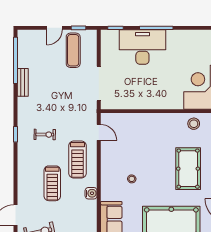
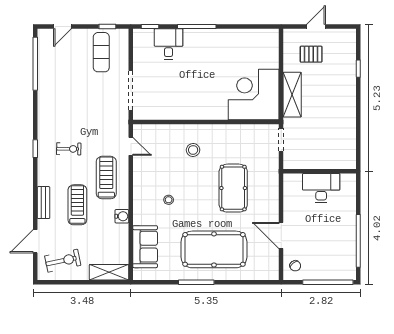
door: (54, 28) -> (63, 27), moved
desk: (142, 47) -> (169, 44), width x0.53, depth x0.77
bench: (23, 82) -> (44, 203), moved
stool: (194, 124) -> (193, 150), moved
treadmill: (77, 159) -> (106, 178), turned 180
treadmill: (52, 183) -> (77, 205), turned 180

